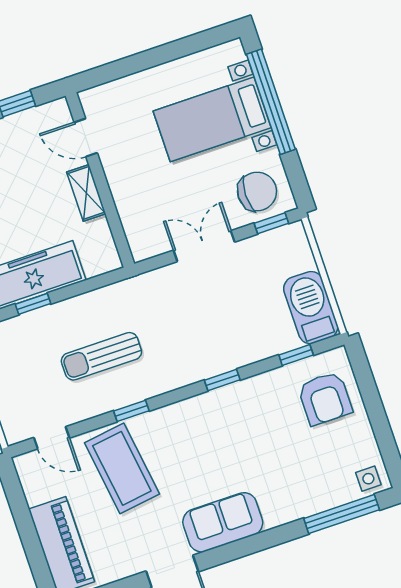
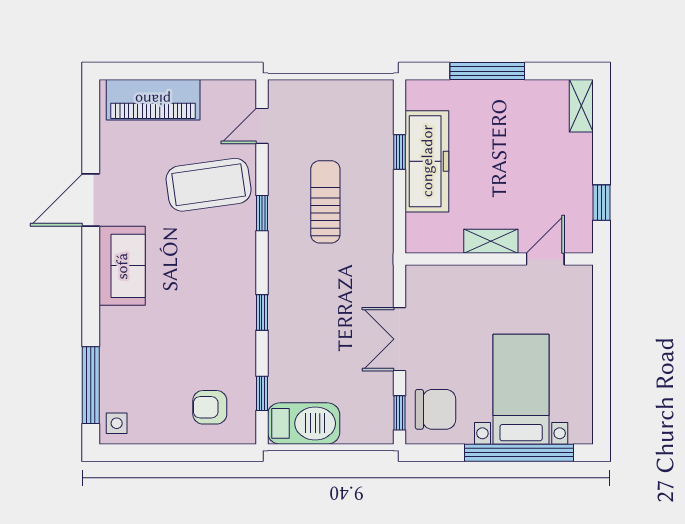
chair: (257, 191) -> (435, 409), turned -90
double door: (204, 246) -> (399, 339), swing flipped
armchair: (325, 398) -> (210, 407), width x0.72, depth x0.72

